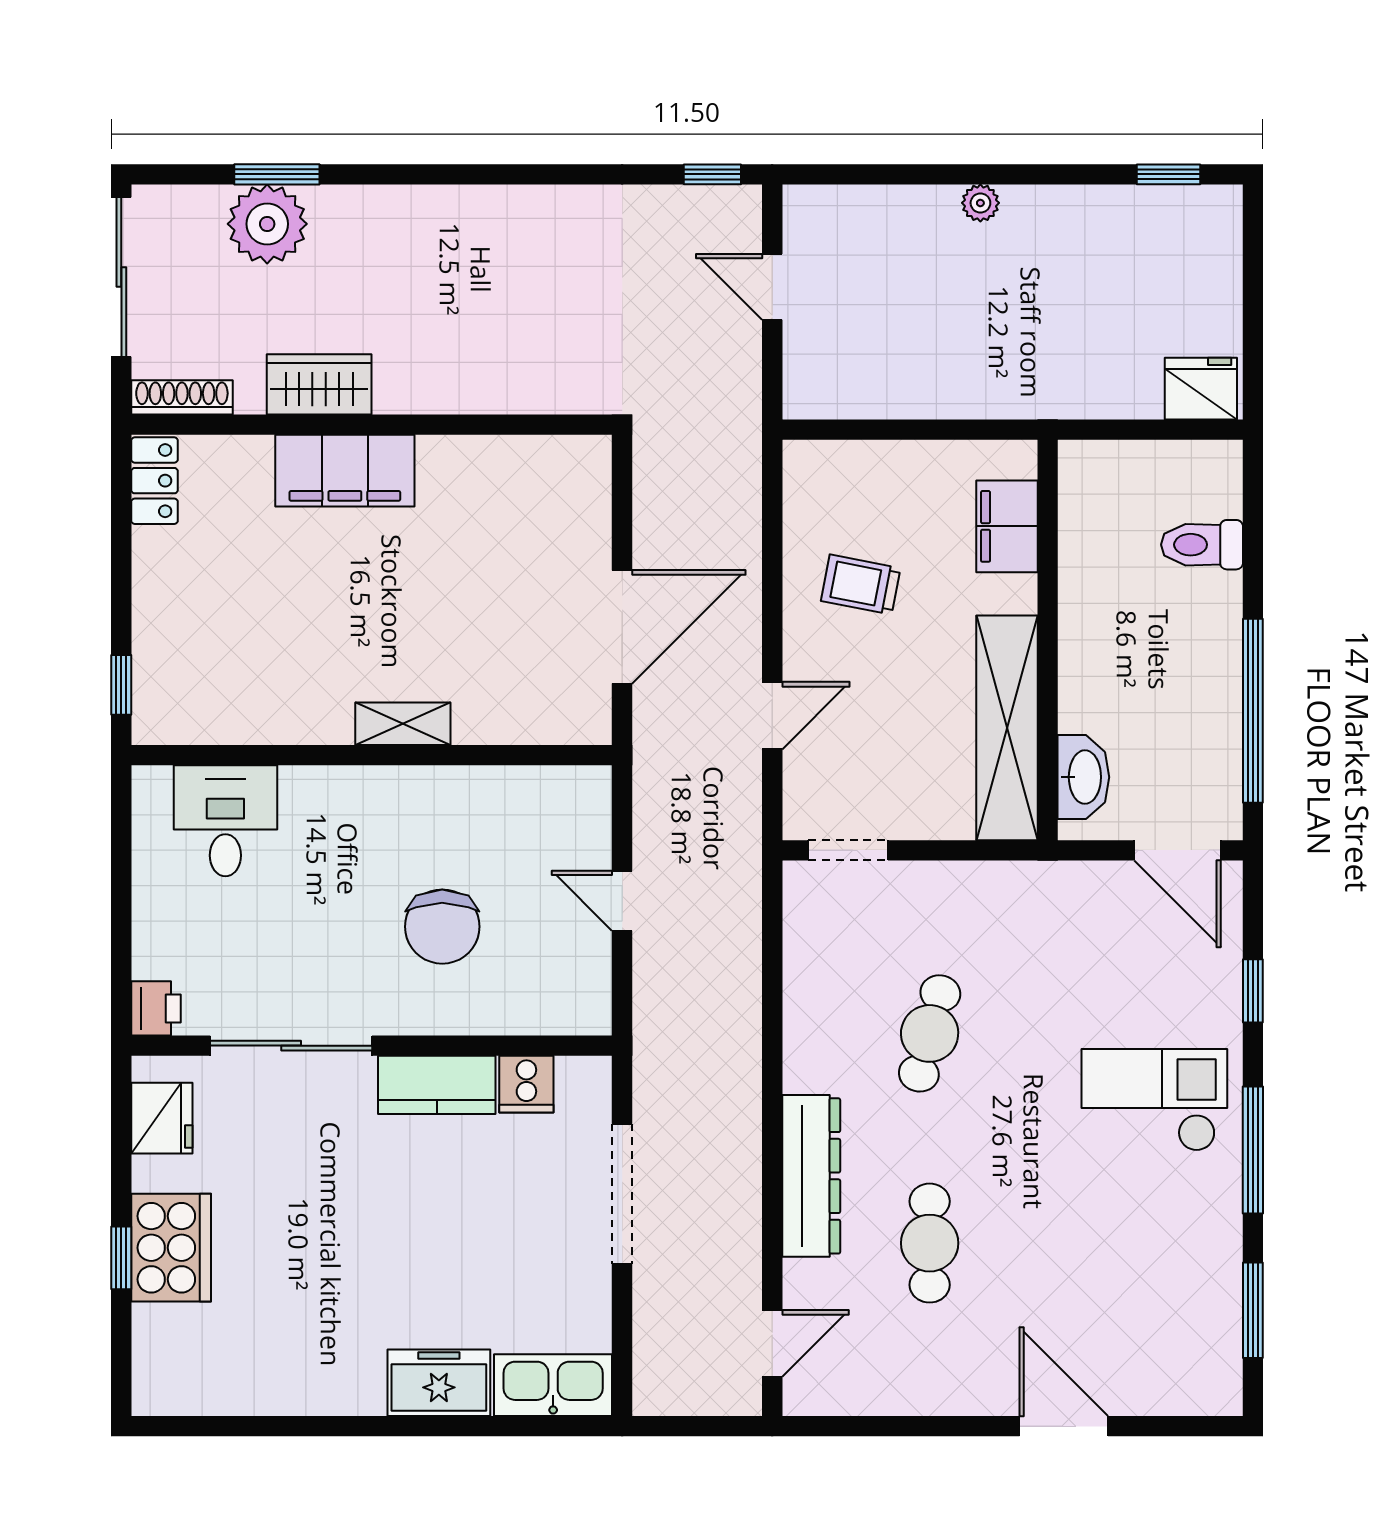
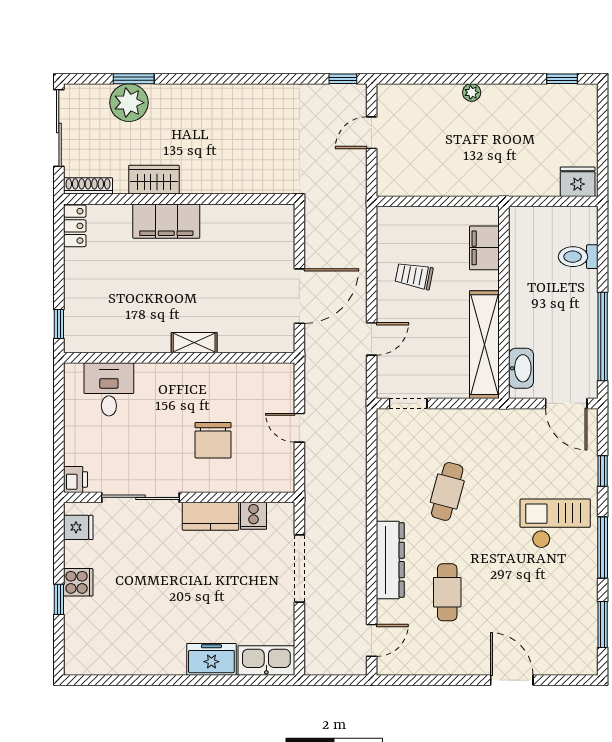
door: (772, 287) -> (372, 133), hinge flipped
fridge: (162, 1118) -> (78, 527), width x0.72
cooker: (171, 1248) -> (78, 582), width x0.53, depth x0.76

